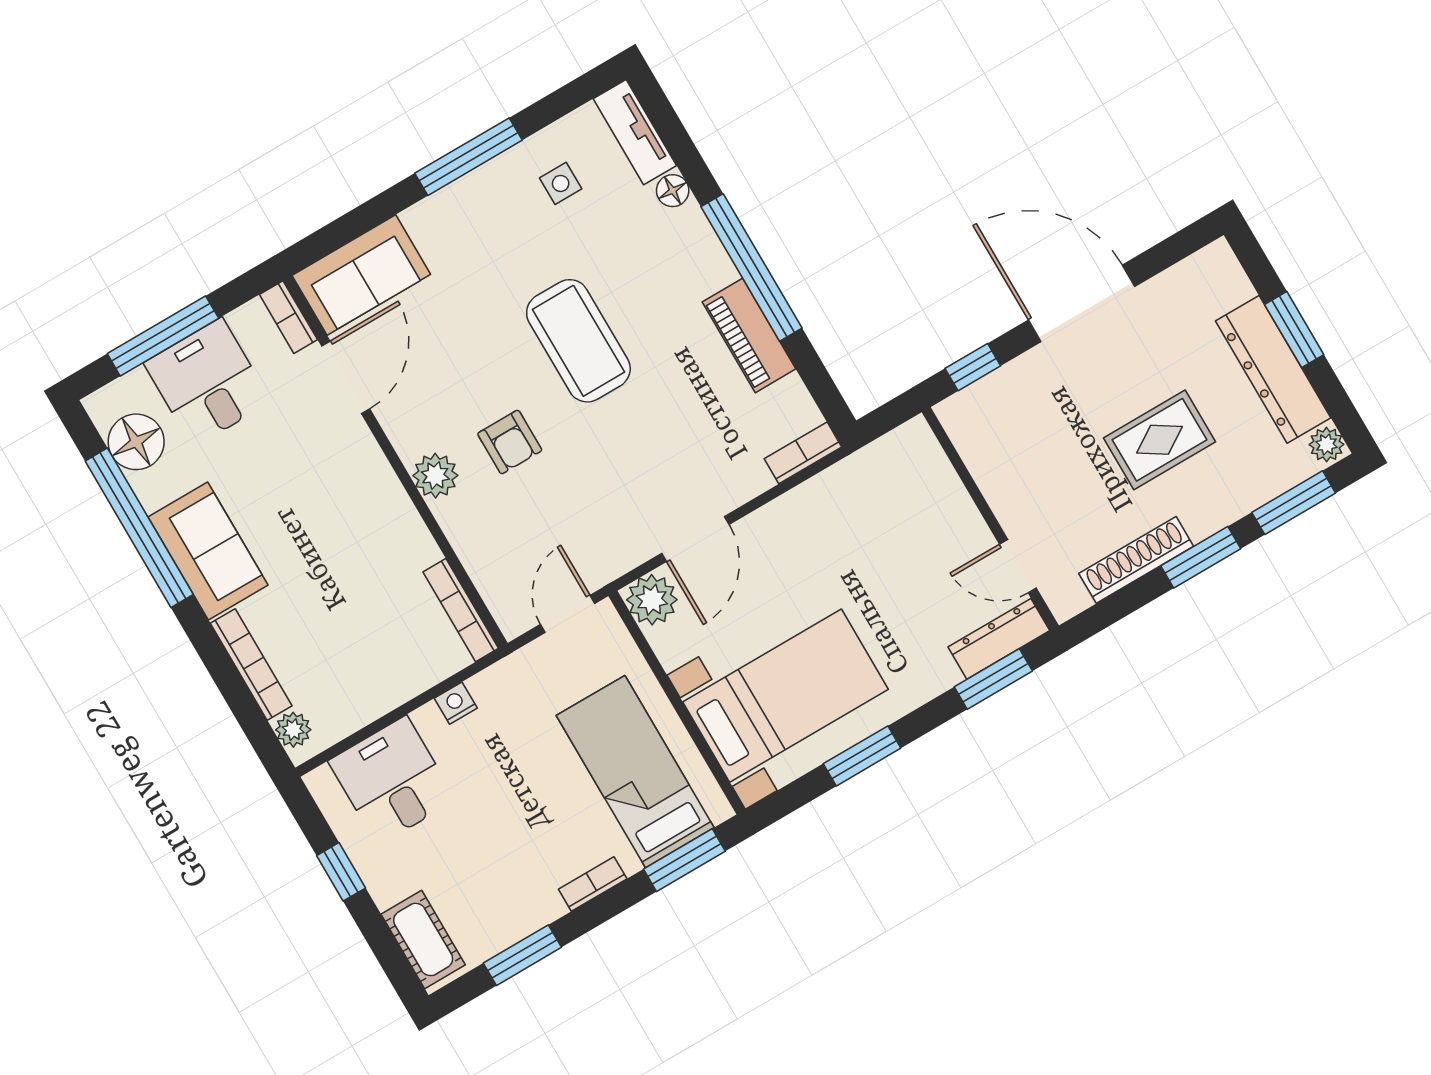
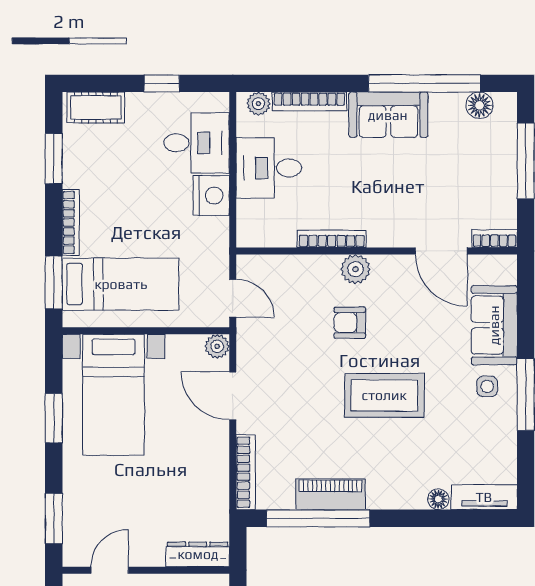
side table: (561, 183) -> (487, 386), moved
window: (751, 267) -> (318, 518), moved
sofa: (361, 275) -> (494, 325), moved
desk: (207, 382) -> (269, 168), moved, turned 180
floor lamp: (136, 442) -> (479, 105), width x0.73, depth x0.73
bookcase: (803, 453) -> (246, 472), width x1.56
plant: (652, 600) -> (217, 346), width x0.73, depth x0.73
bookcase: (461, 610) -> (332, 239), moved
dresser: (999, 639) -> (198, 554), moved, turned -90
nightstand: (456, 703) -> (211, 195), width x1.89, depth x1.79
bookcase: (593, 884) -> (71, 222), width x1.56

